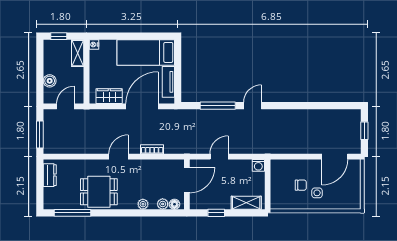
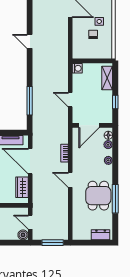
boiler: (50, 81) -> (23, 235), moved
door: (253, 106) -> (30, 41), moved
dresser: (50, 175) -> (101, 235), moved
door: (187, 180) -> (89, 125), swing flipped
window: (72, 213) -> (115, 199), moved

